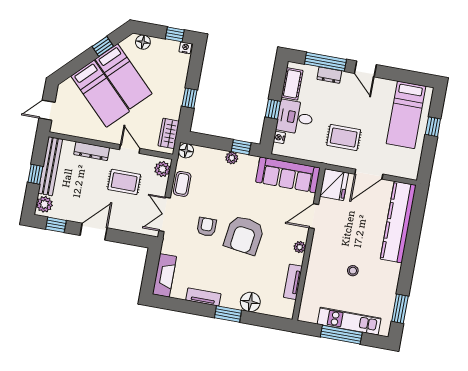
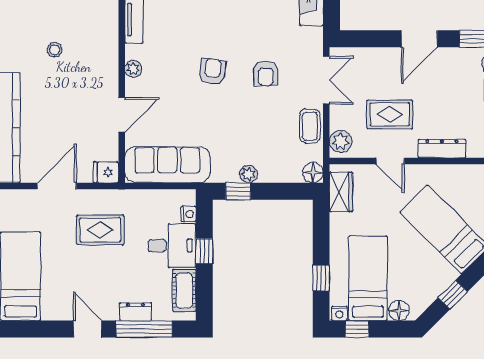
bed: (124, 76) -> (368, 278), moved, turned 45
window: (190, 98) -> (321, 278), moved
fridge: (334, 185) -> (106, 172), width x0.53, depth x0.75
armchair: (244, 235) -> (212, 71), width x0.53, depth x0.53

